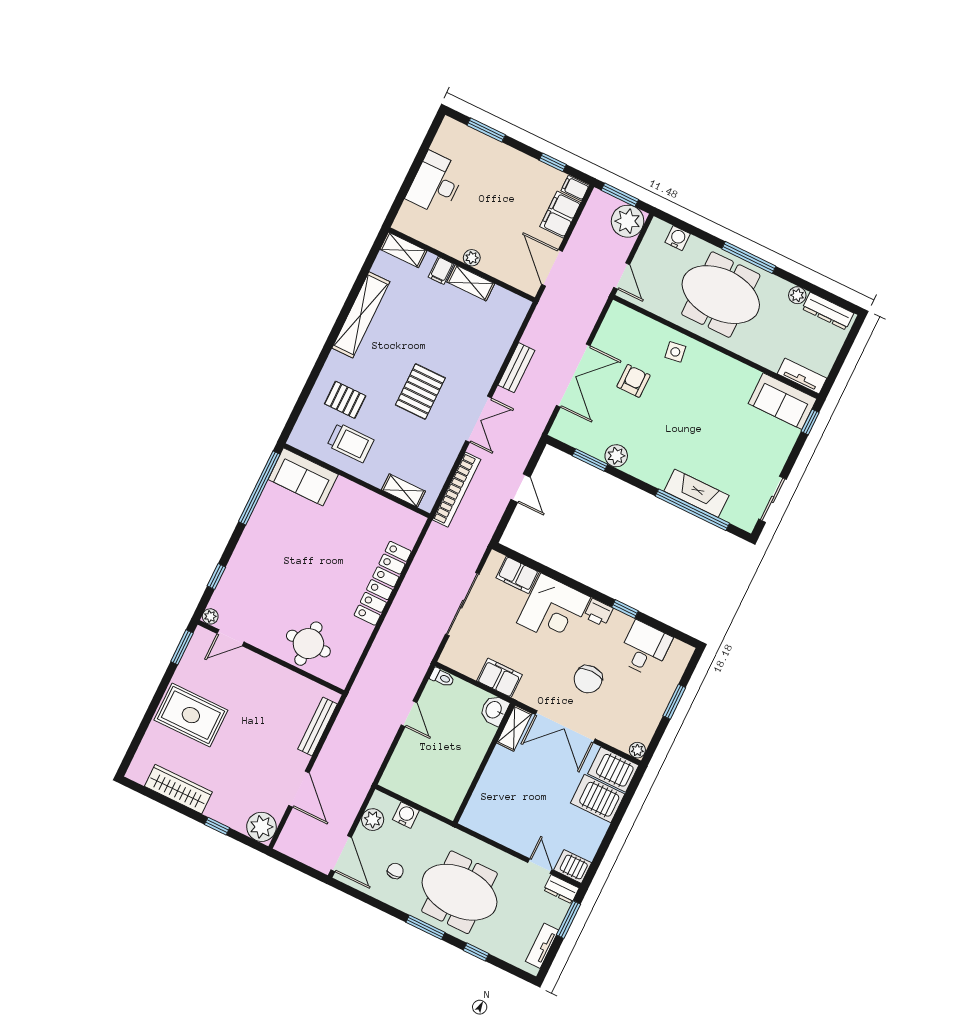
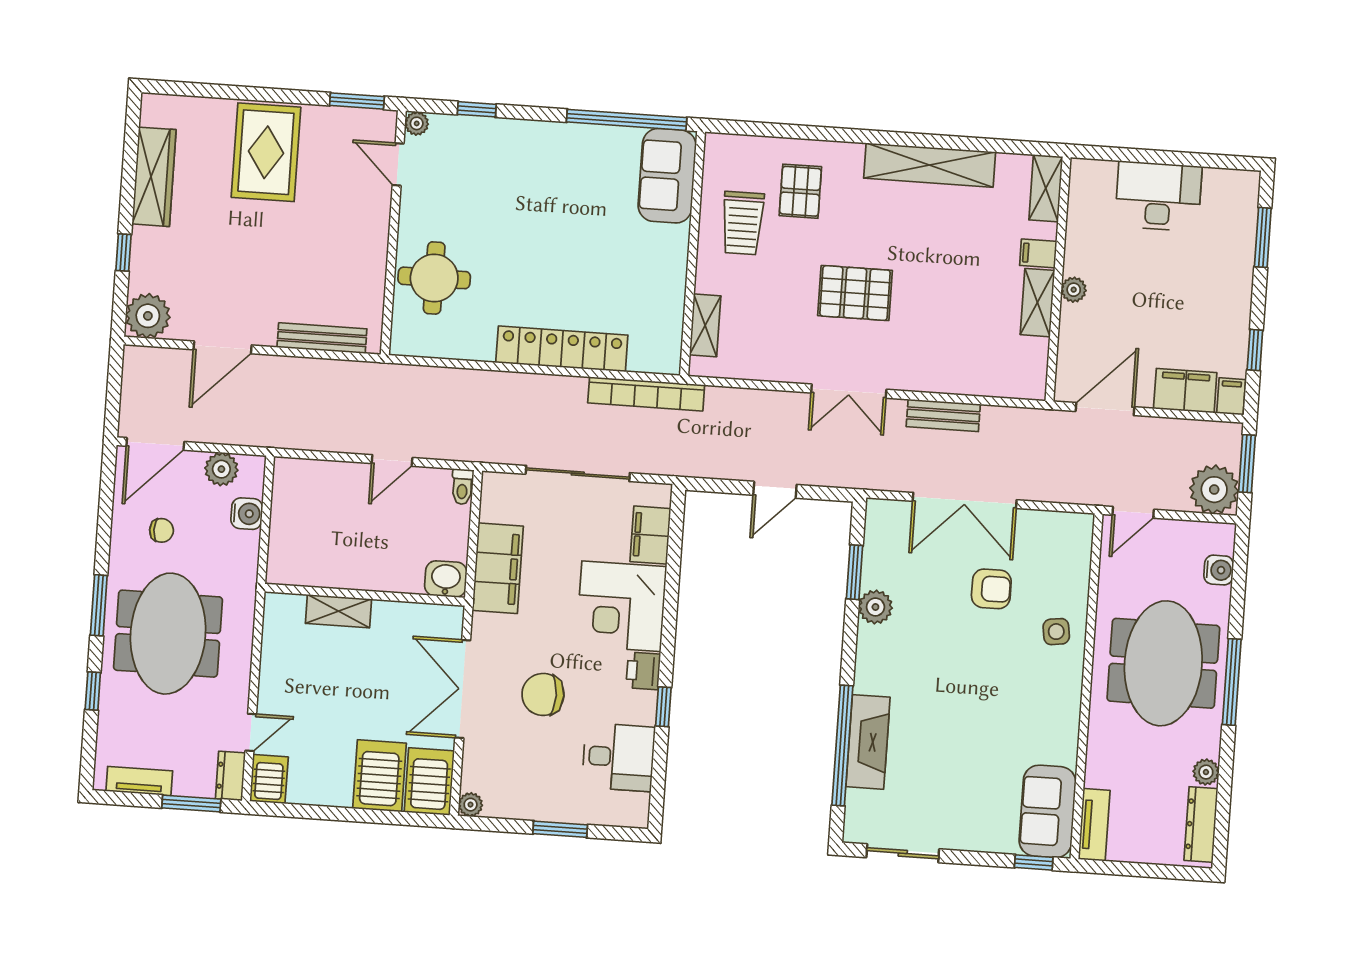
bookcase: (457, 490) -> (646, 394), moved
filing cabinet: (499, 678) -> (498, 568), width x1.50, depth x1.17
shelving: (514, 728) -> (338, 611), moved

